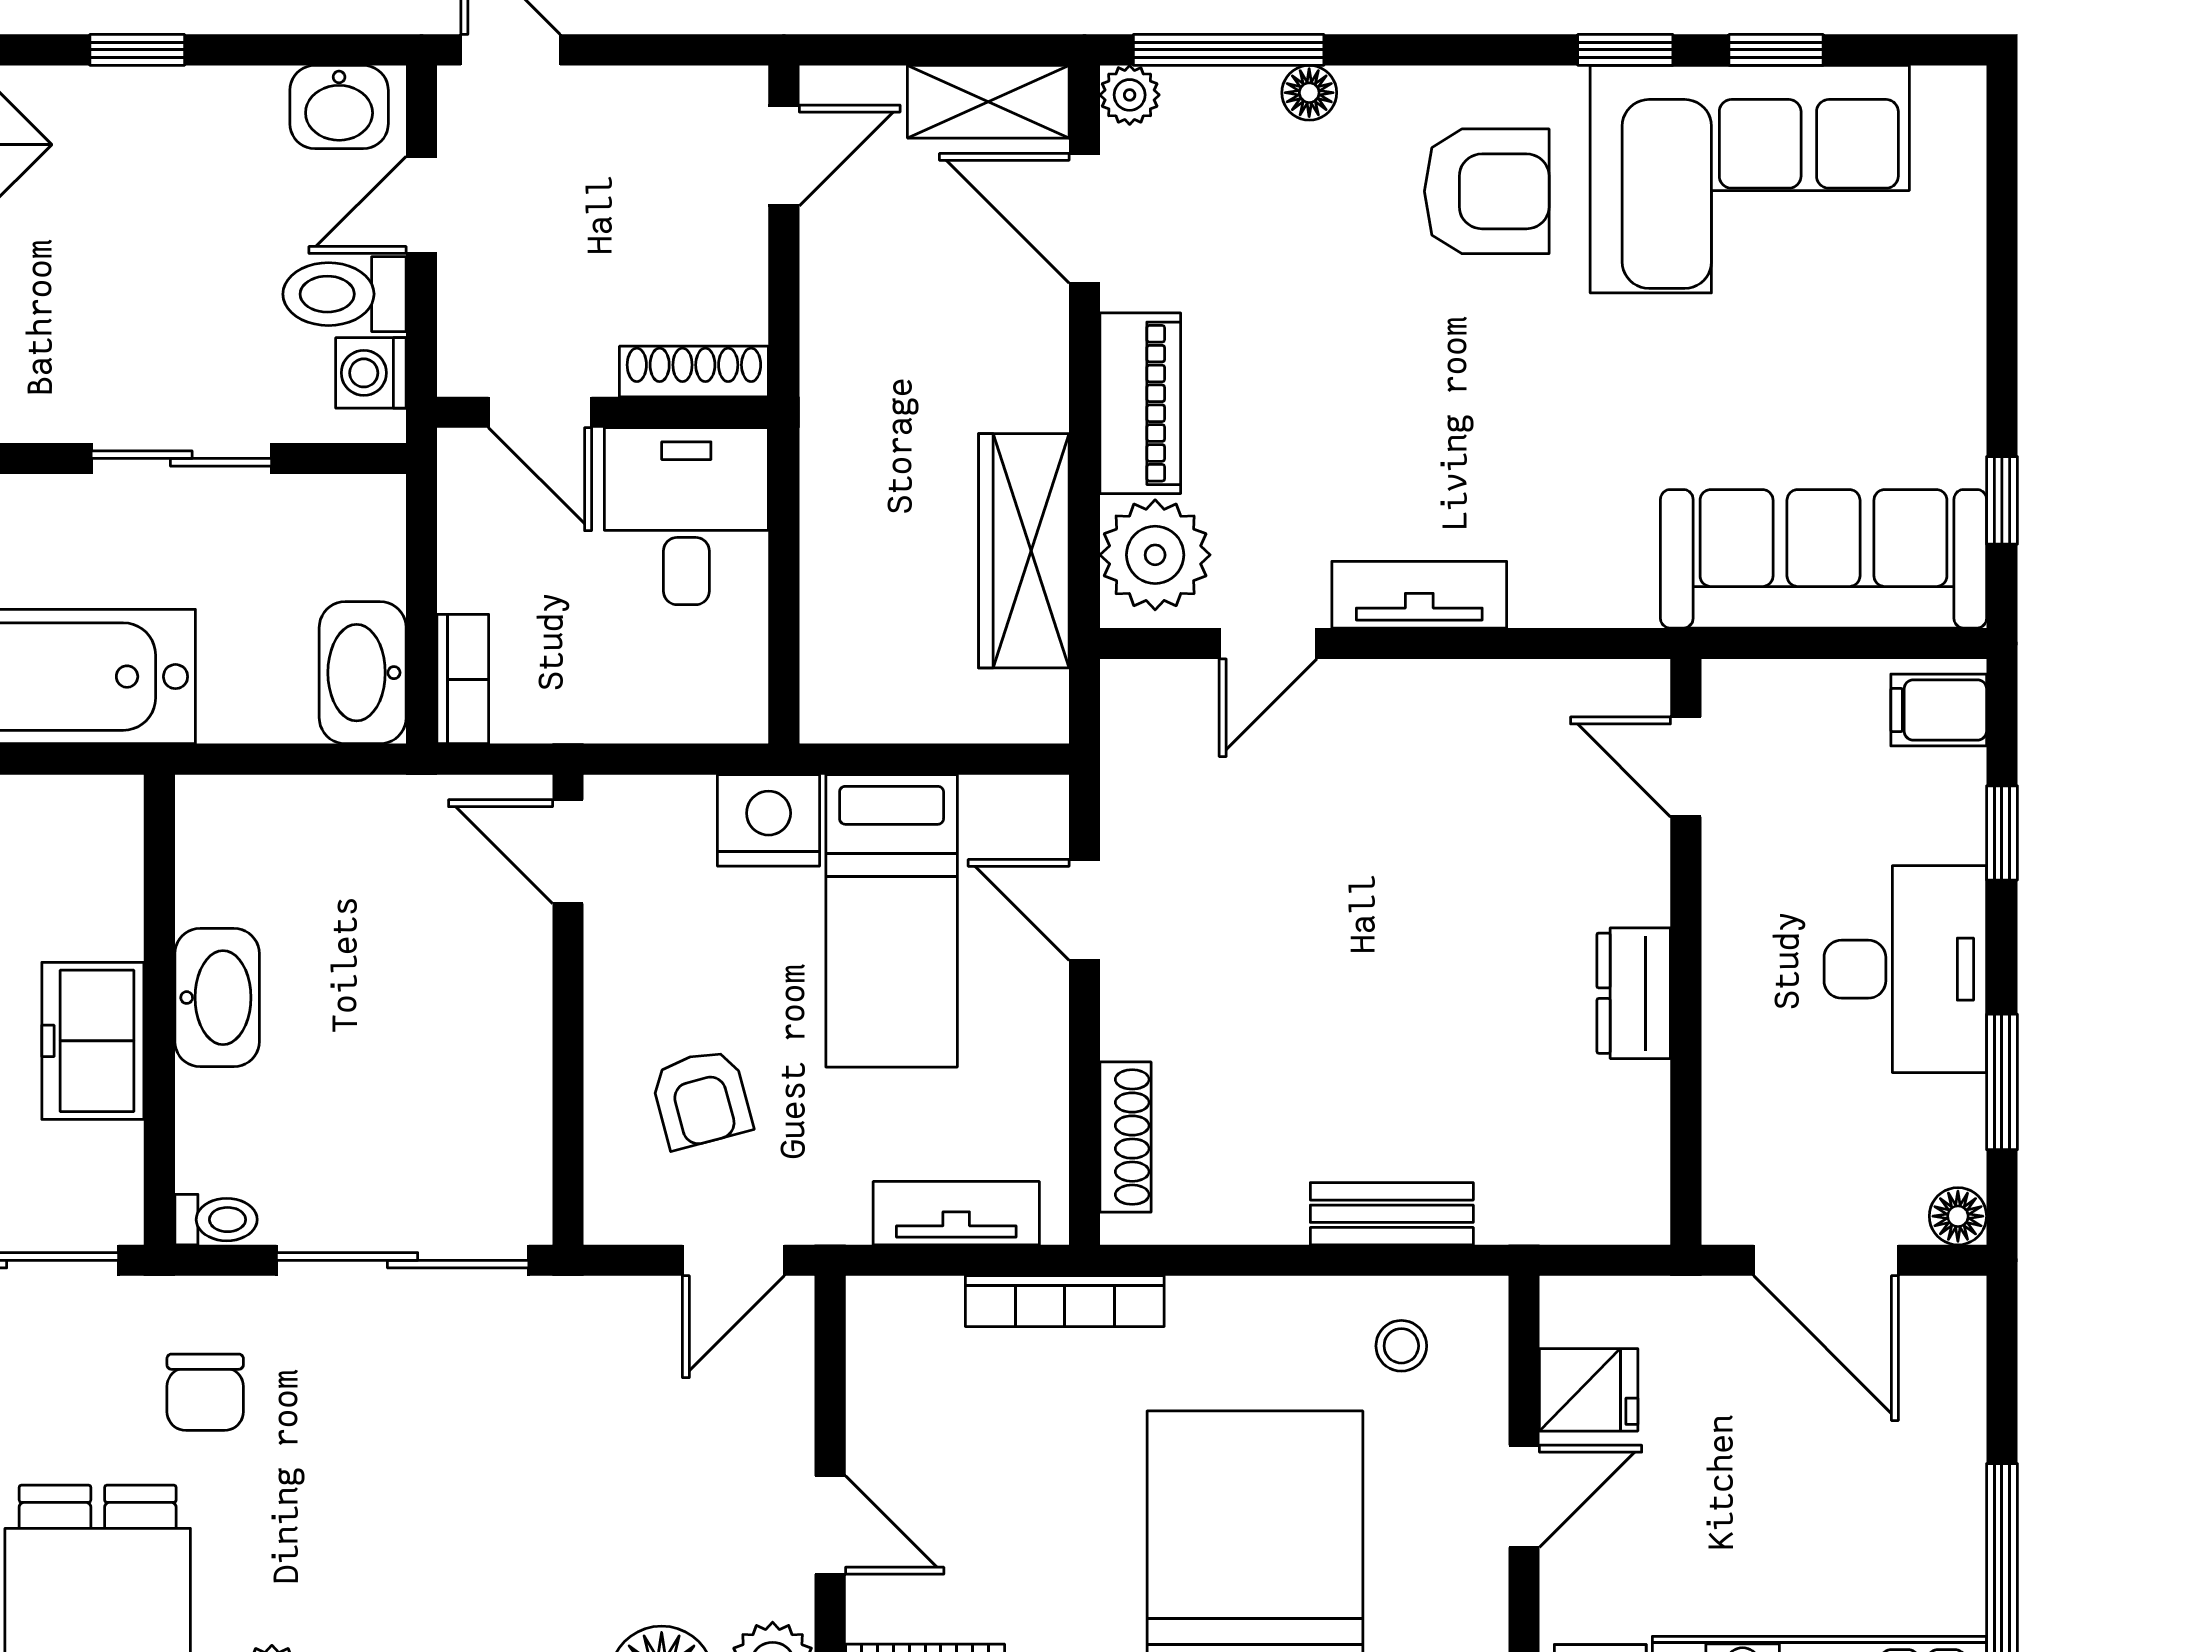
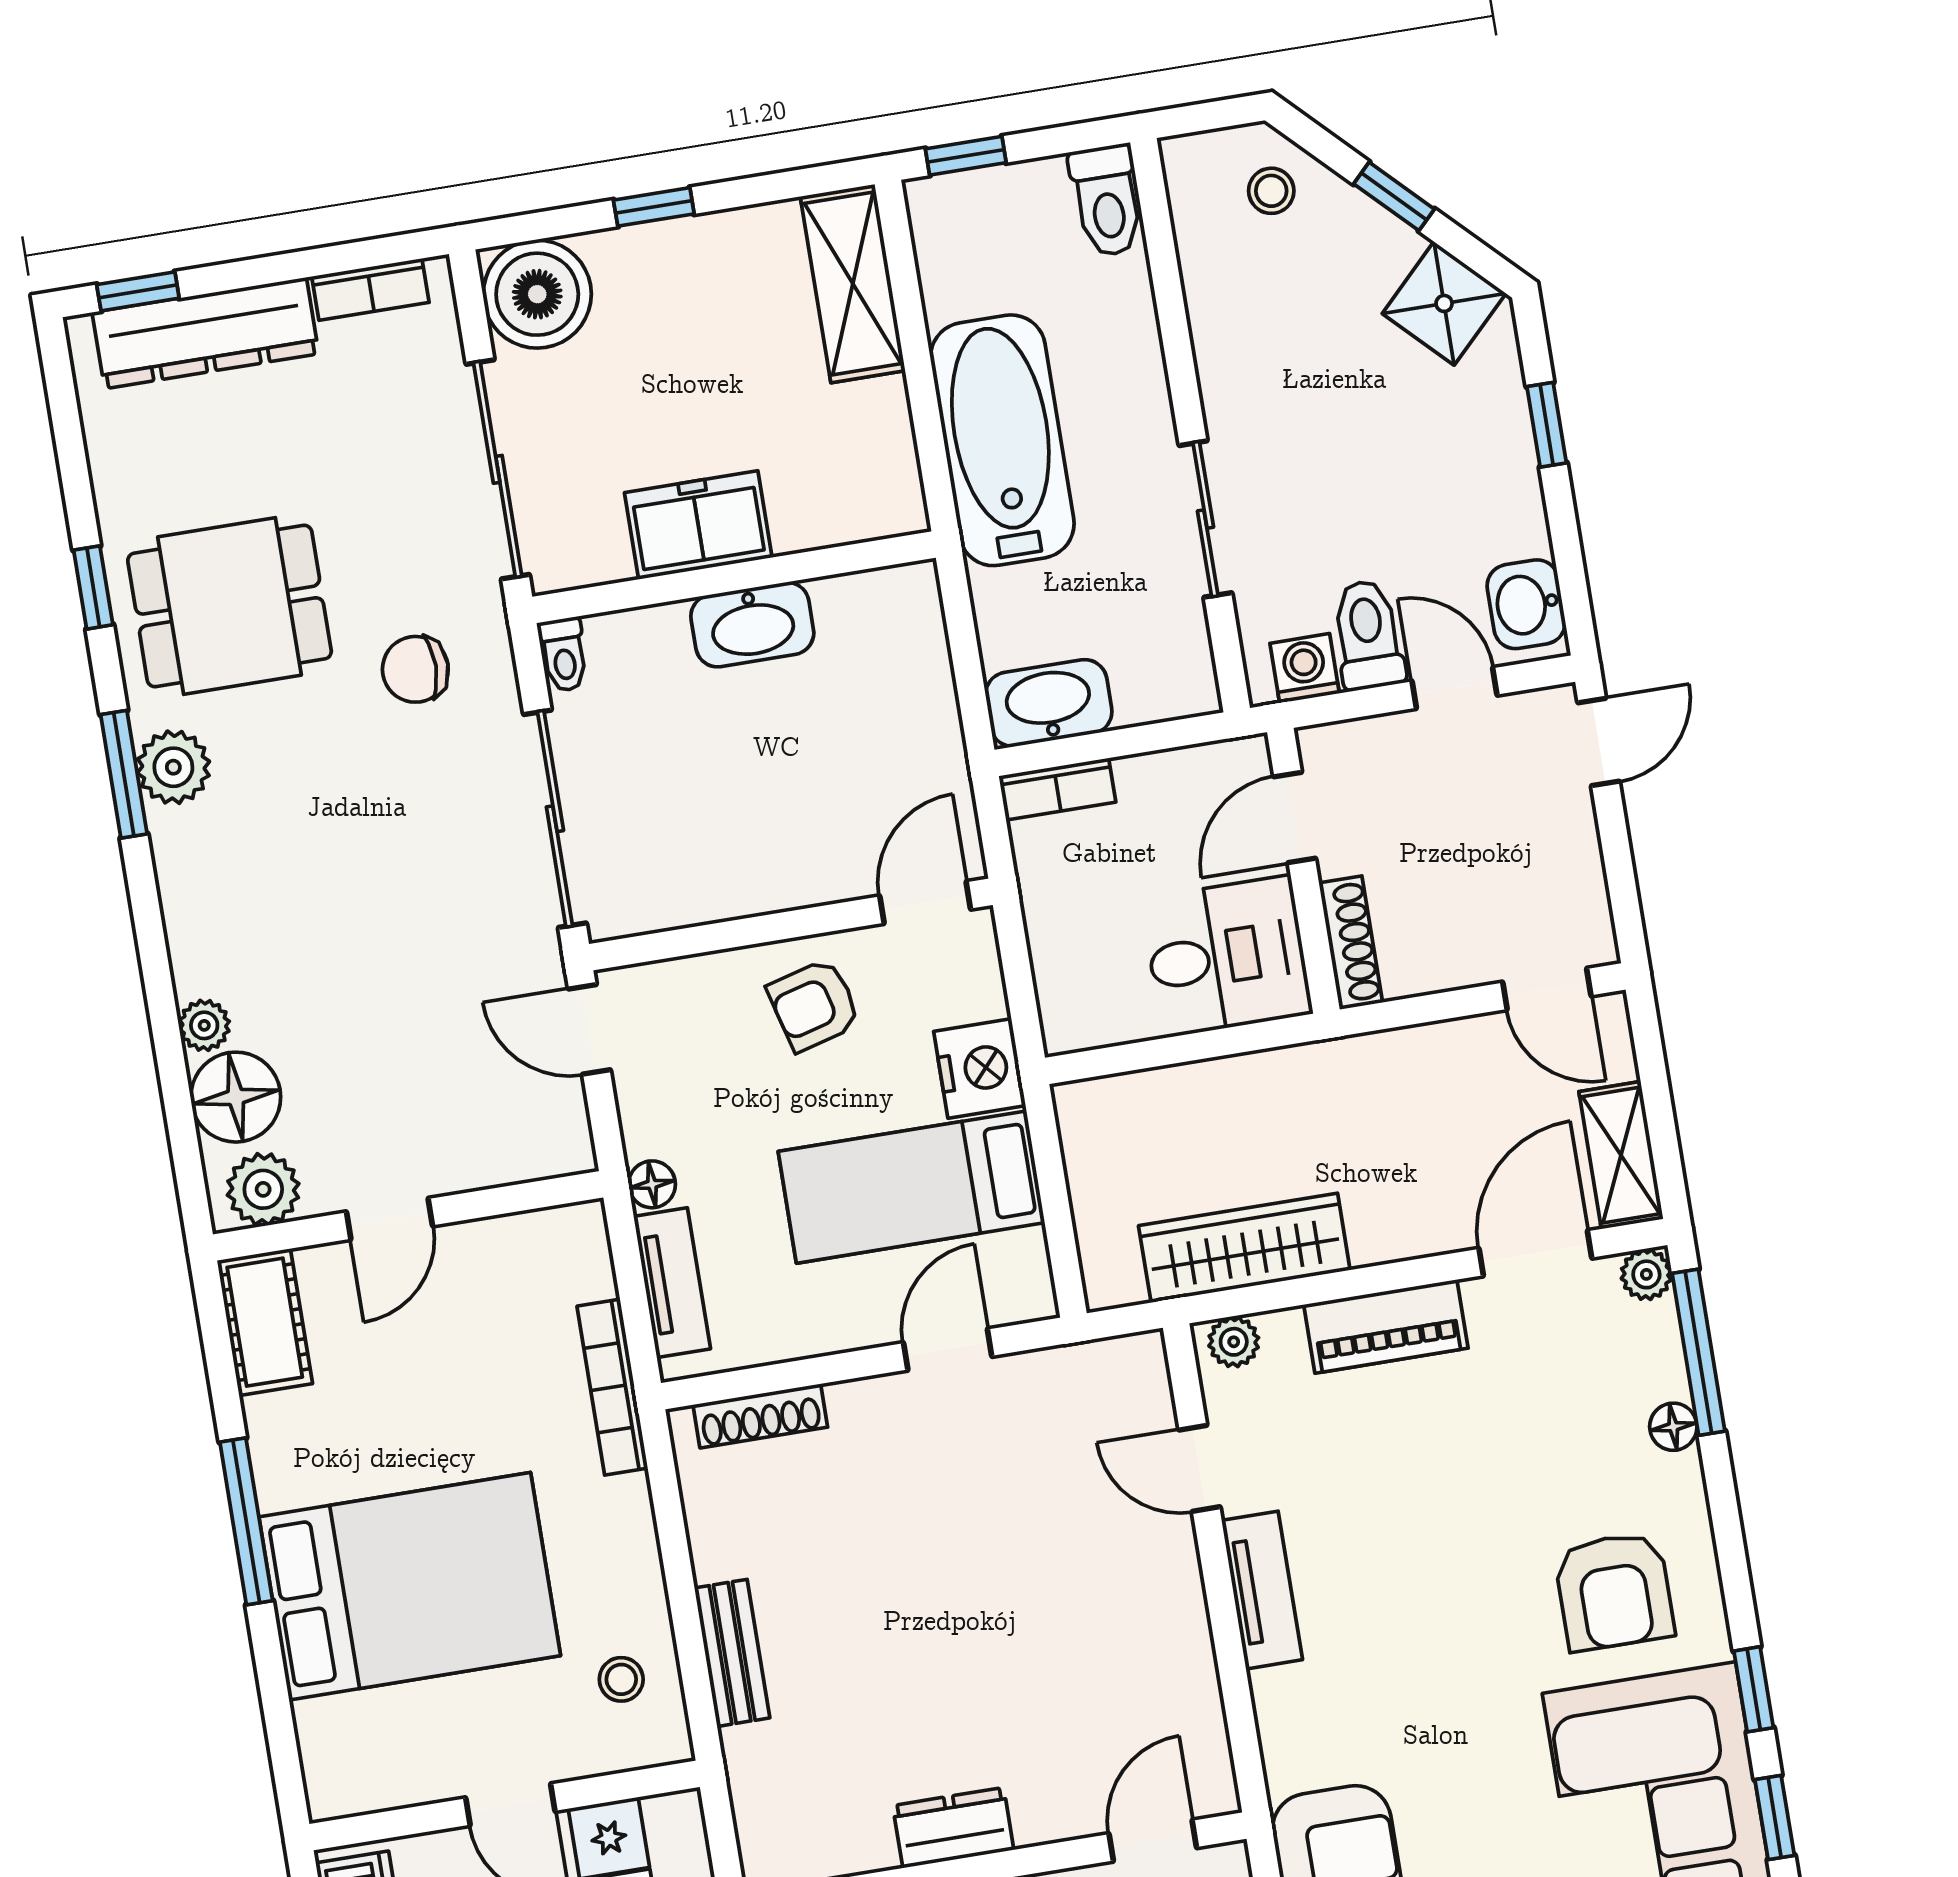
plant: (1155, 555) -> (1234, 1342), width x0.53, depth x0.53
armchair: (701, 1099) -> (814, 1005), moved
floor lamp: (840, 1218) -> (652, 1184), added
door: (733, 1260) -> (589, 1029), moved

